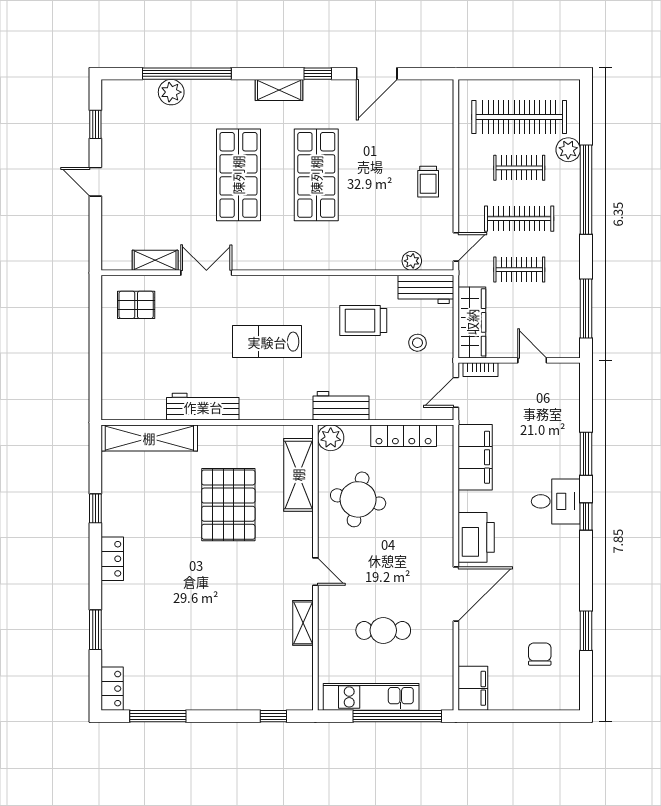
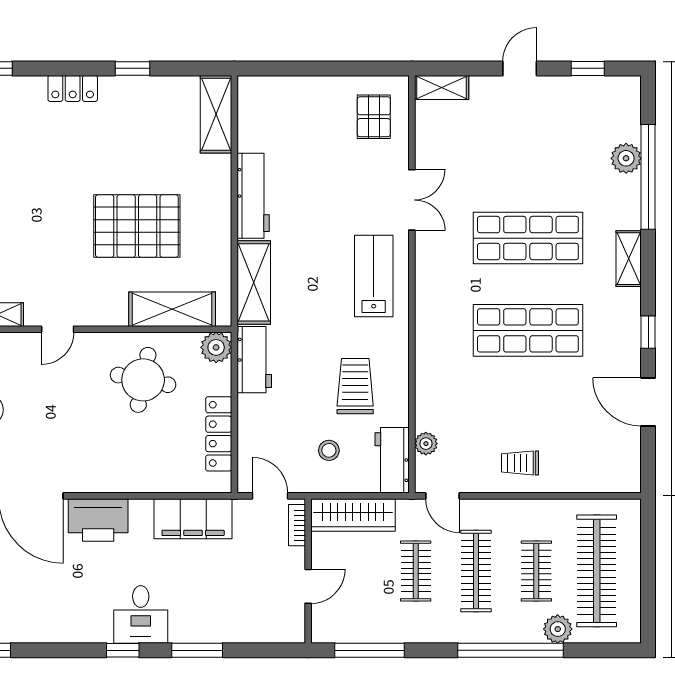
shelving: (279, 90) -> (629, 259), moved
shelving: (155, 260) -> (442, 87), moved, turned 90
lab bench: (267, 342) -> (374, 276), moved
shelving: (276, 406) -> (254, 282), added
shelving: (149, 438) -> (216, 114), width x0.68

